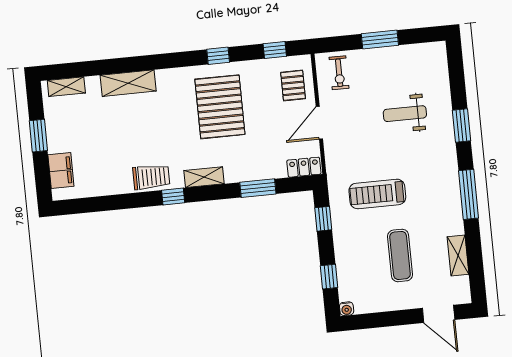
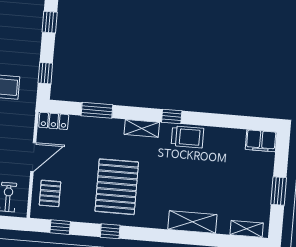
filing cabinet: (61, 171) -> (261, 141), moved, turned -90
trolley: (151, 177) -> (187, 137), turned 180

